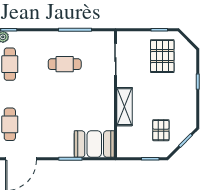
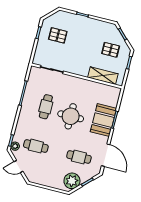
pallet: (162, 56) -> (58, 35), width x0.67, depth x0.71
round table: (60, 100) -> (71, 116), added
shelving: (124, 107) -> (103, 76), moved
booth: (94, 144) -> (103, 120), moved

